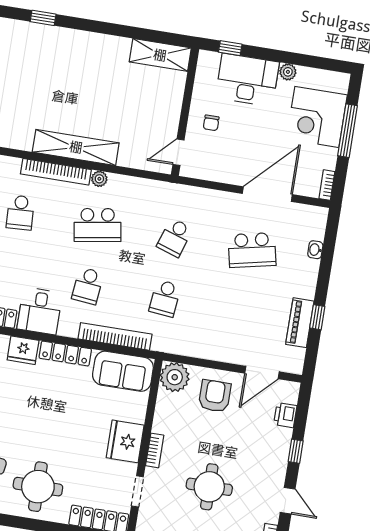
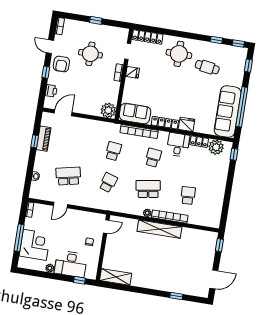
door: (267, 194) -> (60, 205), width x0.53
armchair: (215, 396) -> (61, 64), moved
fridge: (125, 441) -> (133, 72), width x0.53, depth x0.75

